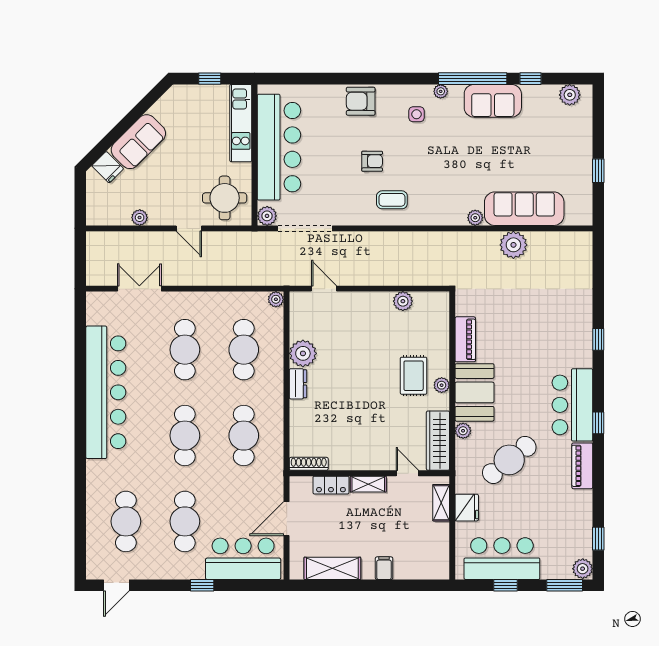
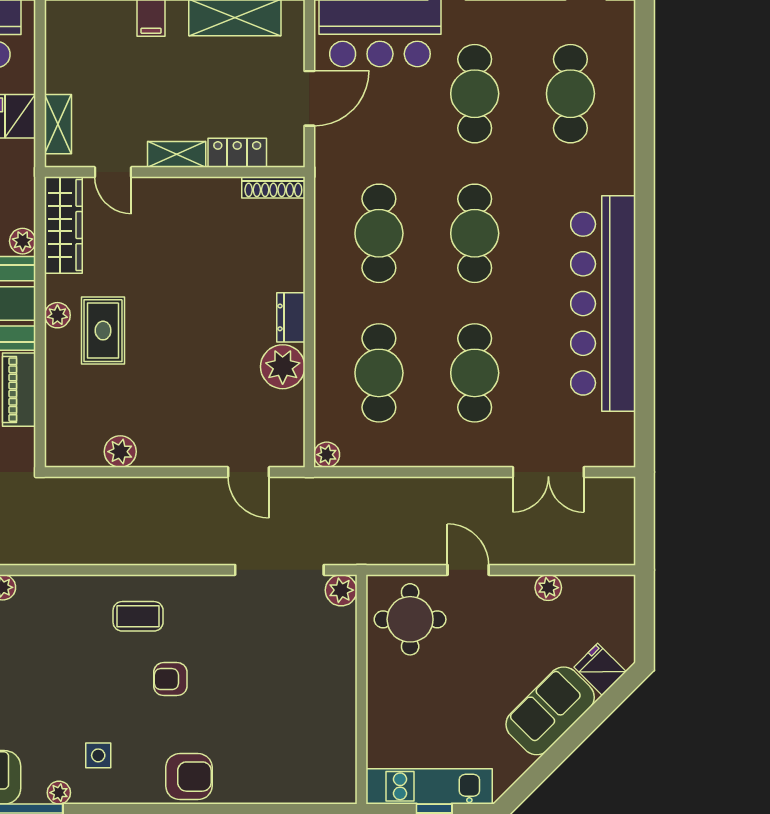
kitchen unit: (241, 123) -> (429, 786), moved, turned -90
bar counter: (279, 147) -> (322, 702), removed

